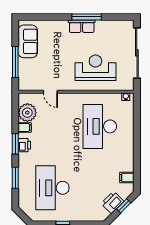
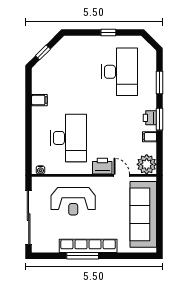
row of seats: (82, 26) -> (88, 246), width x2.02
sofa: (28, 41) -> (143, 214), width x1.85, depth x1.27
window: (15, 62) -> (160, 207), removed
plant: (27, 113) -> (147, 164), moved
filing cabinet: (127, 178) -> (39, 100), moved
printer: (112, 202) -> (102, 166), moved, turned -135

